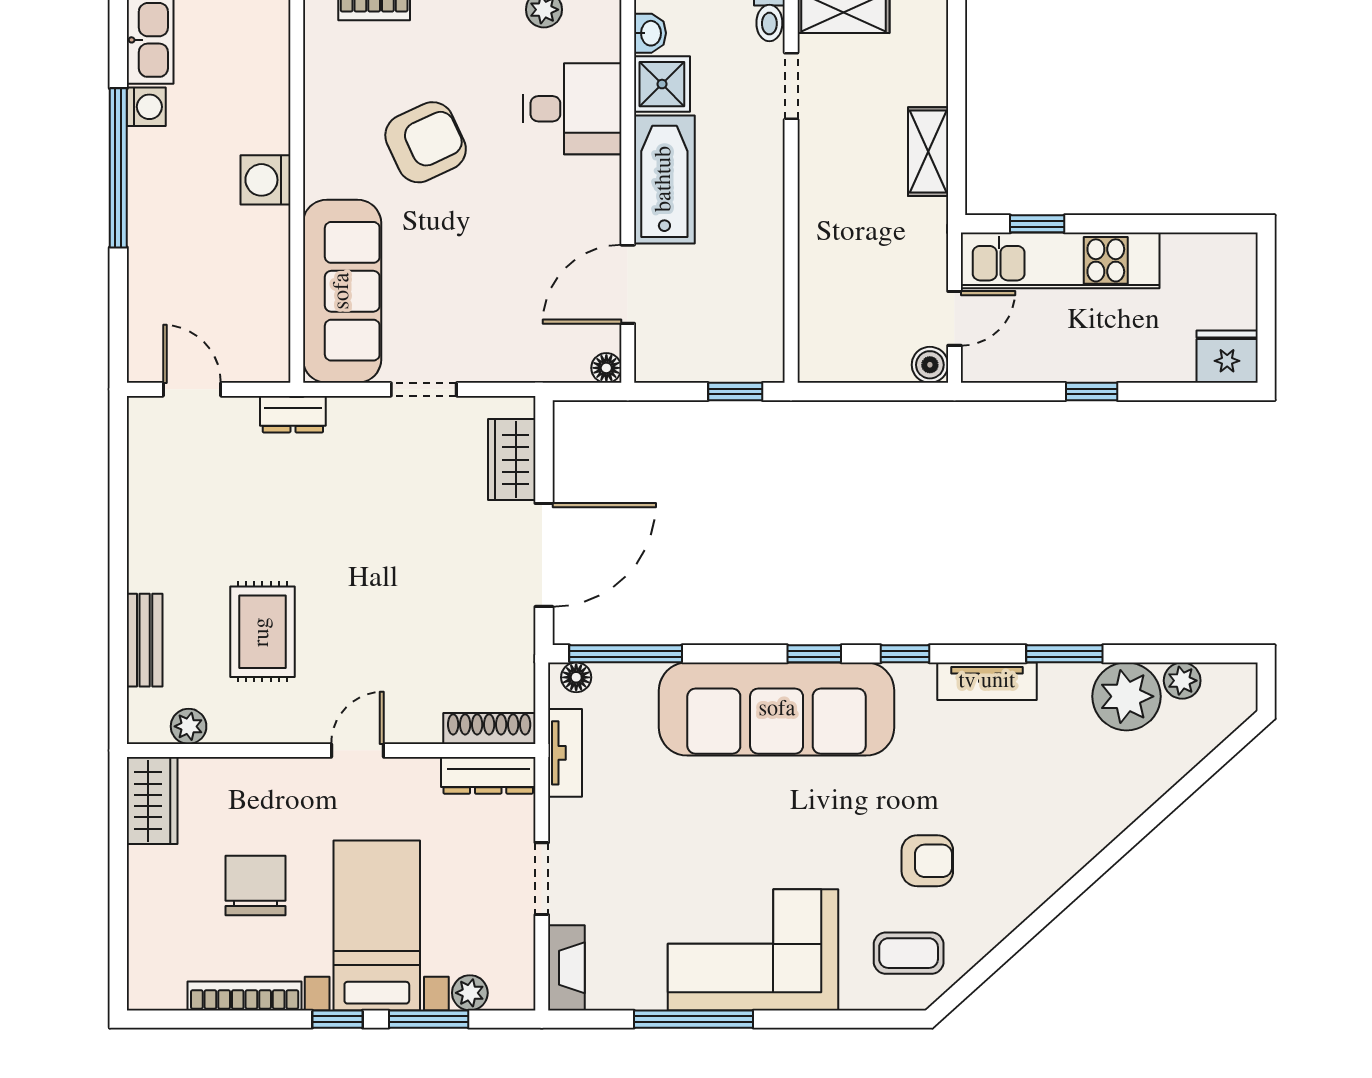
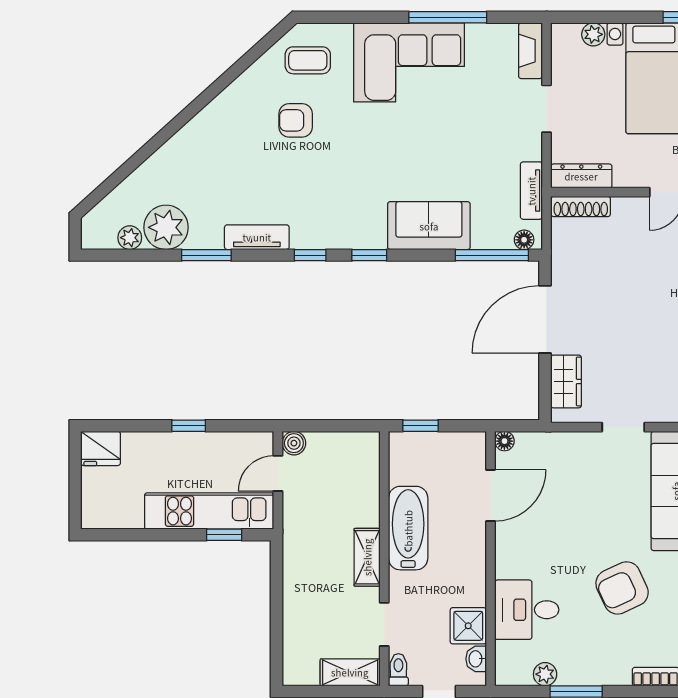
shelving: (928, 152) -> (367, 557), moved
bathtub: (664, 179) -> (408, 528), moved, turned 180
sofa: (777, 709) -> (429, 226), width x0.54, depth x0.79
window: (429, 1019) -> (620, 17), removed

